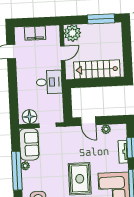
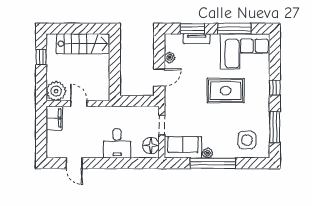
window: (101, 19) -> (41, 57), width x0.46
filing cabinet: (35, 33) -> (54, 118), moved
stairs: (97, 69) -> (83, 44), moved, turned -90
desk: (49, 82) -> (117, 143), moved, turned 180

